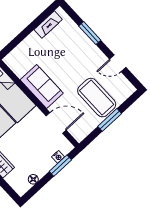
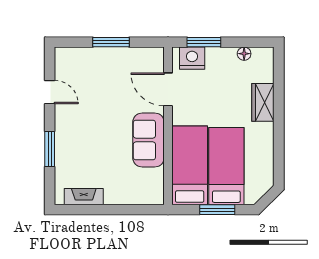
coffee table: (97, 98) -> (103, 77), removed
nightstand: (58, 157) -> (192, 58), width x1.89, depth x1.79

